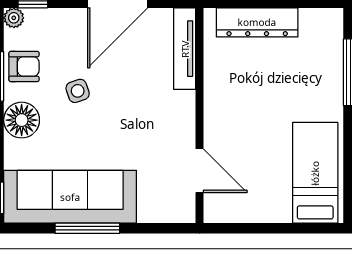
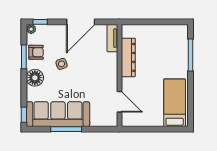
dresser: (257, 22) -> (128, 57), moved, turned -90
tv unit: (185, 49) -> (112, 38), width x0.71

